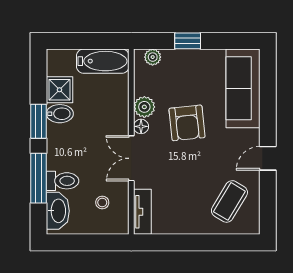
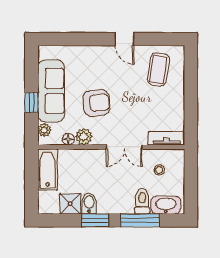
sofa: (243, 88) -> (51, 91), moved, turned -90
floor lamp: (141, 126) -> (68, 139), moved
coffee table: (229, 201) -> (158, 69), turned 68

